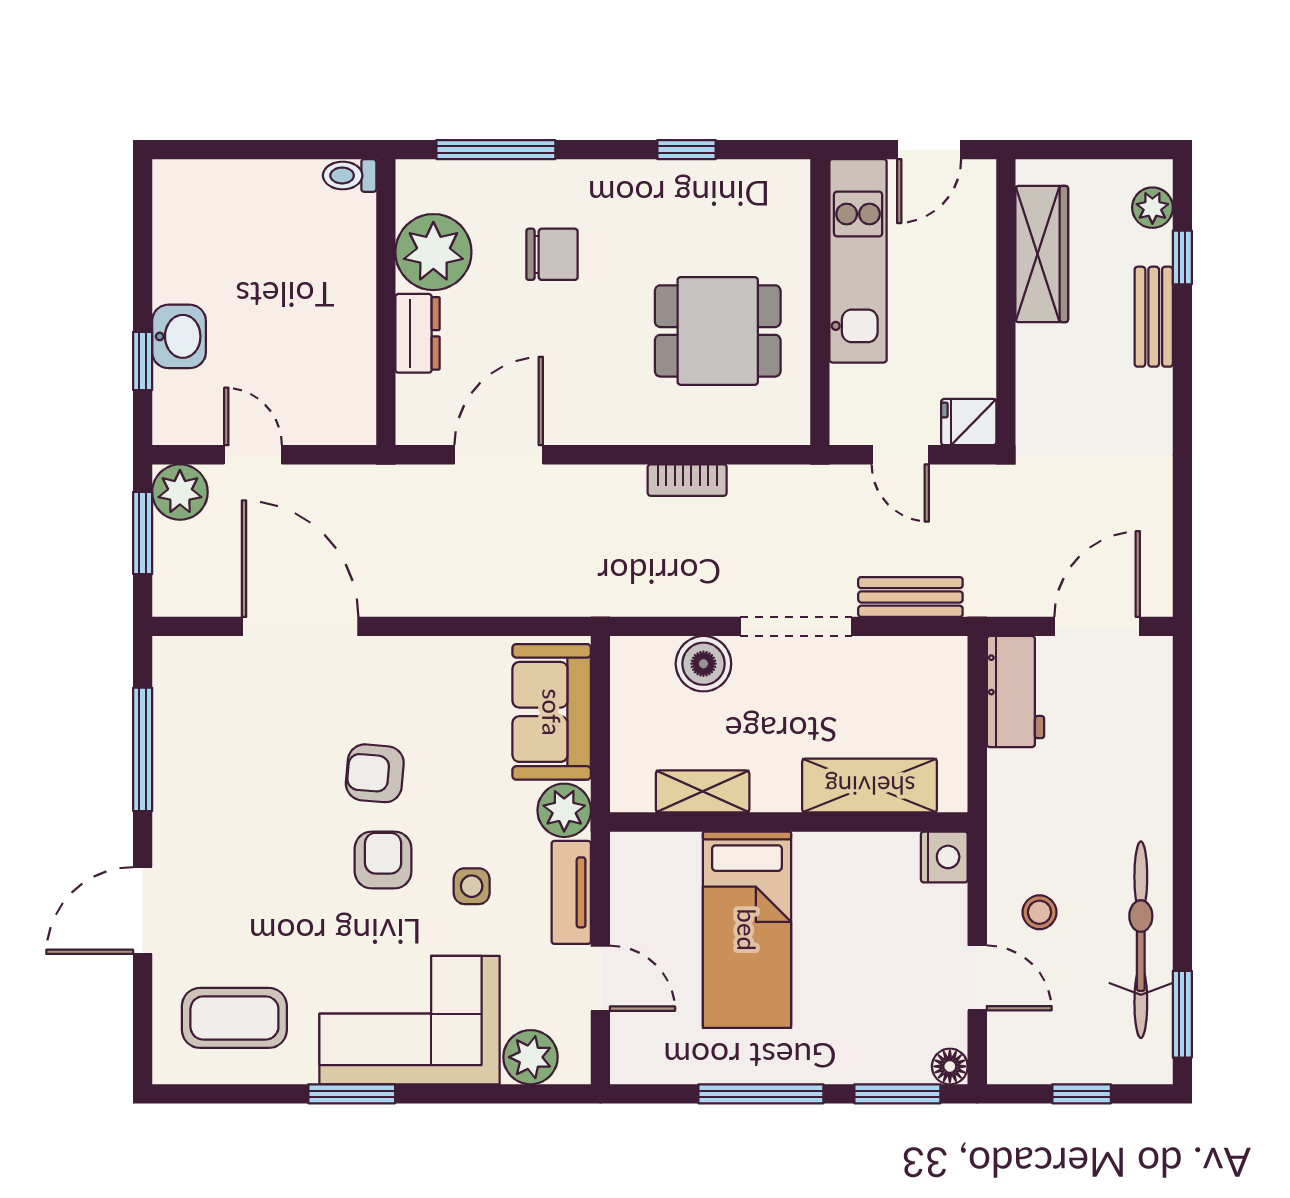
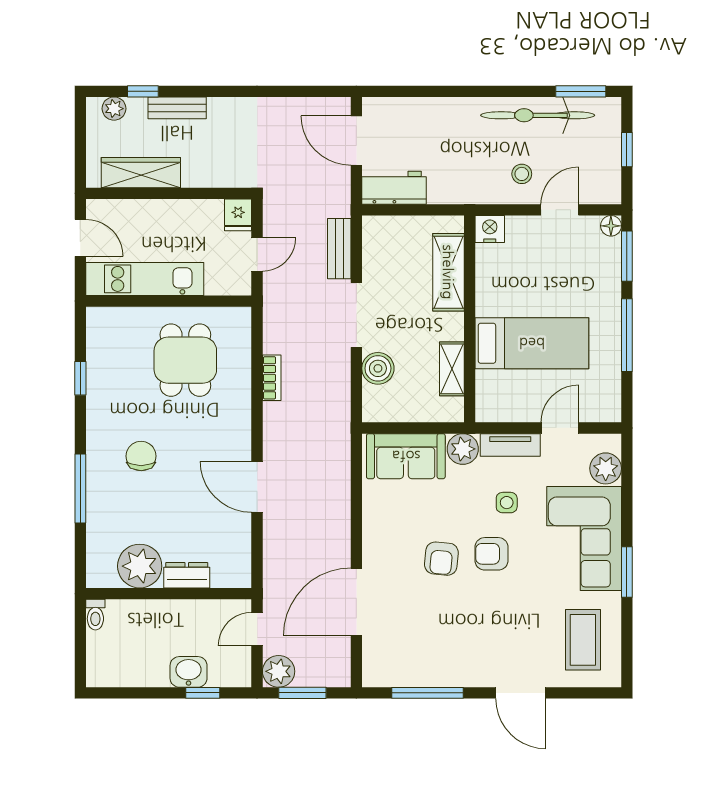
toilet: (350, 175) -> (95, 615), moved
plant: (433, 252) -> (140, 566), moved
wall: (386, 302) -> (169, 594), moved
dresser: (418, 333) -> (187, 575), moved

